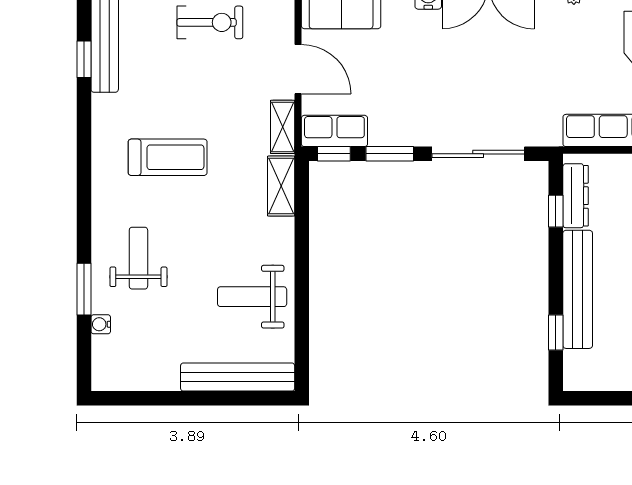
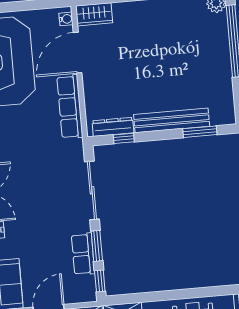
row of seats: (334, 131) -> (83, 254), moved
window: (556, 332) -> (200, 132), width x1.50

